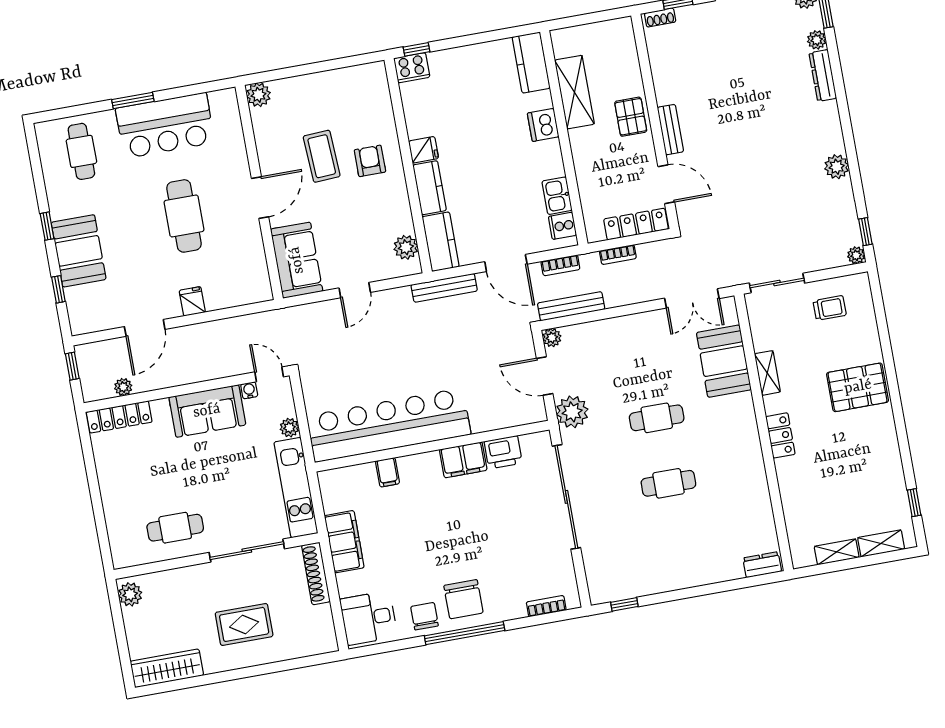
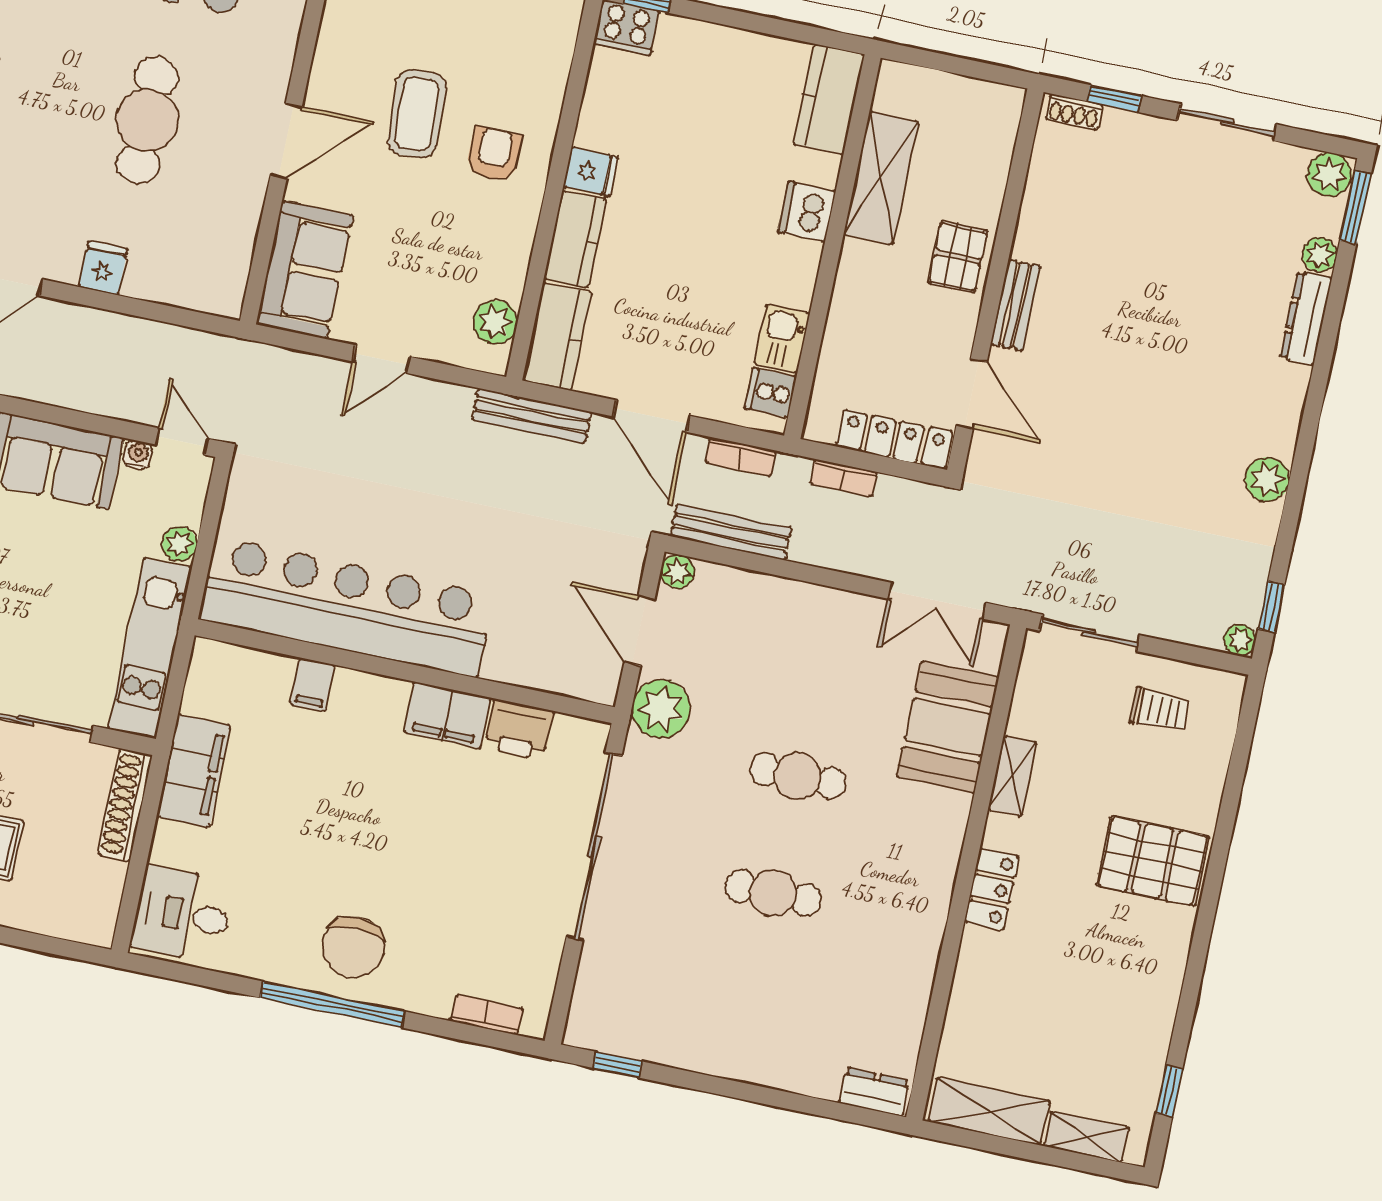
shelving: (837, 552) -> (989, 1111), width x1.50, depth x1.33
chair: (424, 616) -> (277, 949), removed

